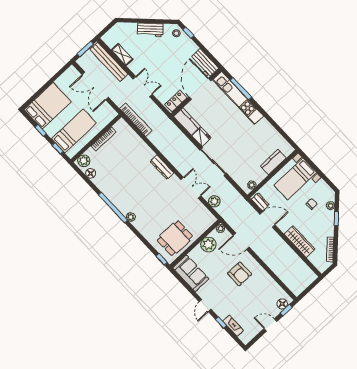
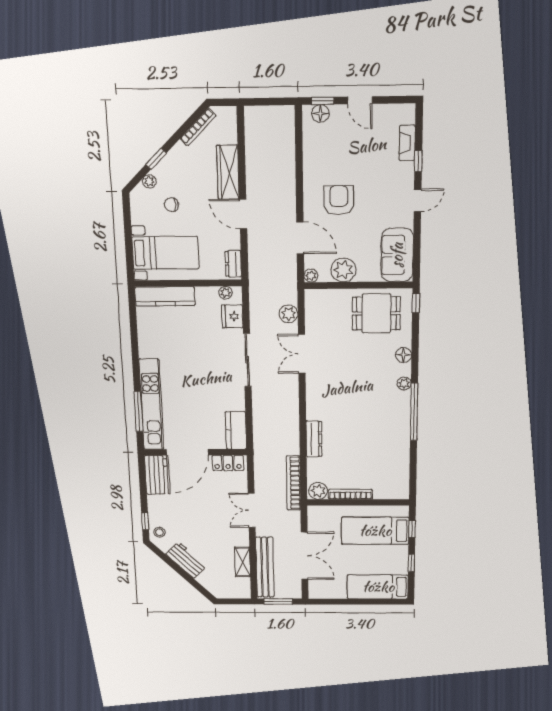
bed: (48, 106) -> (378, 587), width x0.67
fridge: (202, 137) -> (232, 316), moved
plant: (84, 161) -> (318, 491), moved
kitchen counter: (273, 162) -> (165, 296), width x1.50
dresser: (162, 167) -> (314, 439), moved
floor lamp: (91, 173) -> (404, 355), moved
door: (267, 220) -> (243, 214), moved

